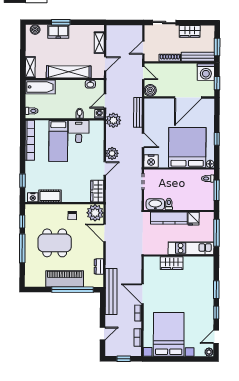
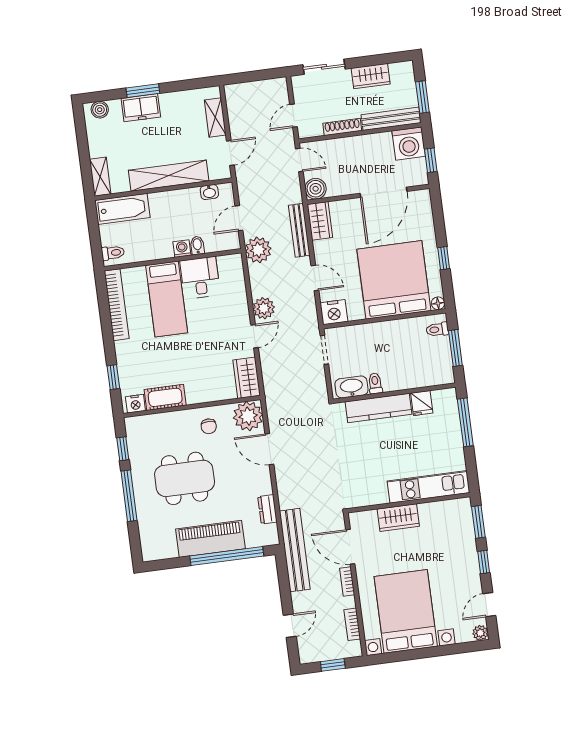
wardrobe: (150, 109) -> (320, 221), added
washing machine: (99, 114) -> (182, 249), moved
kitchen unit: (191, 248) -> (429, 487), moved
wall: (179, 256) -> (409, 503), moved
wardrobe: (172, 263) -> (398, 518), moved

